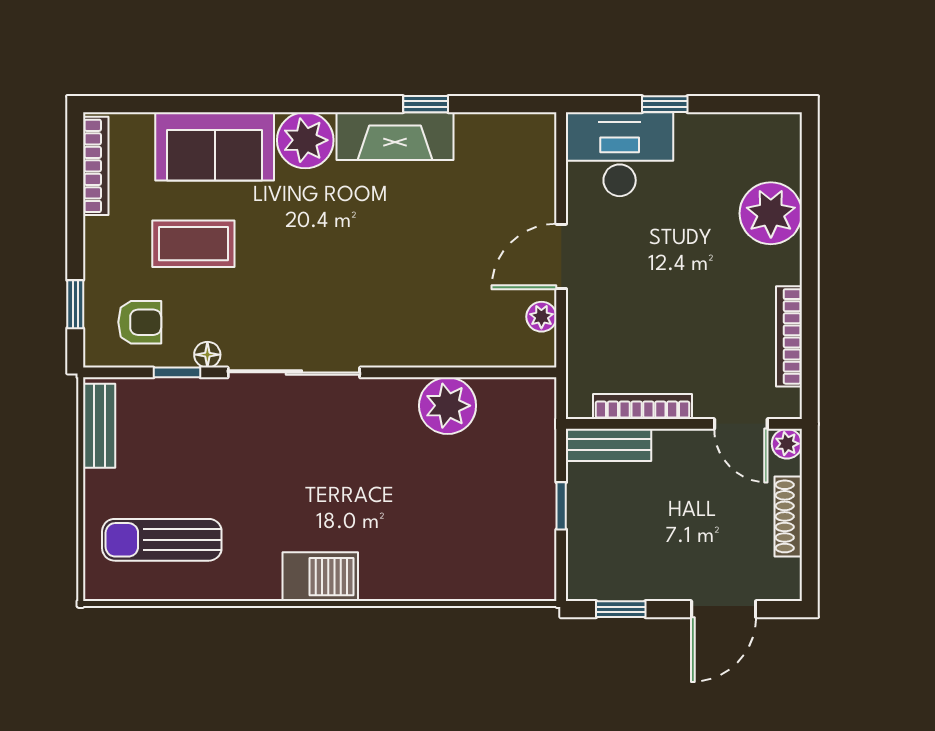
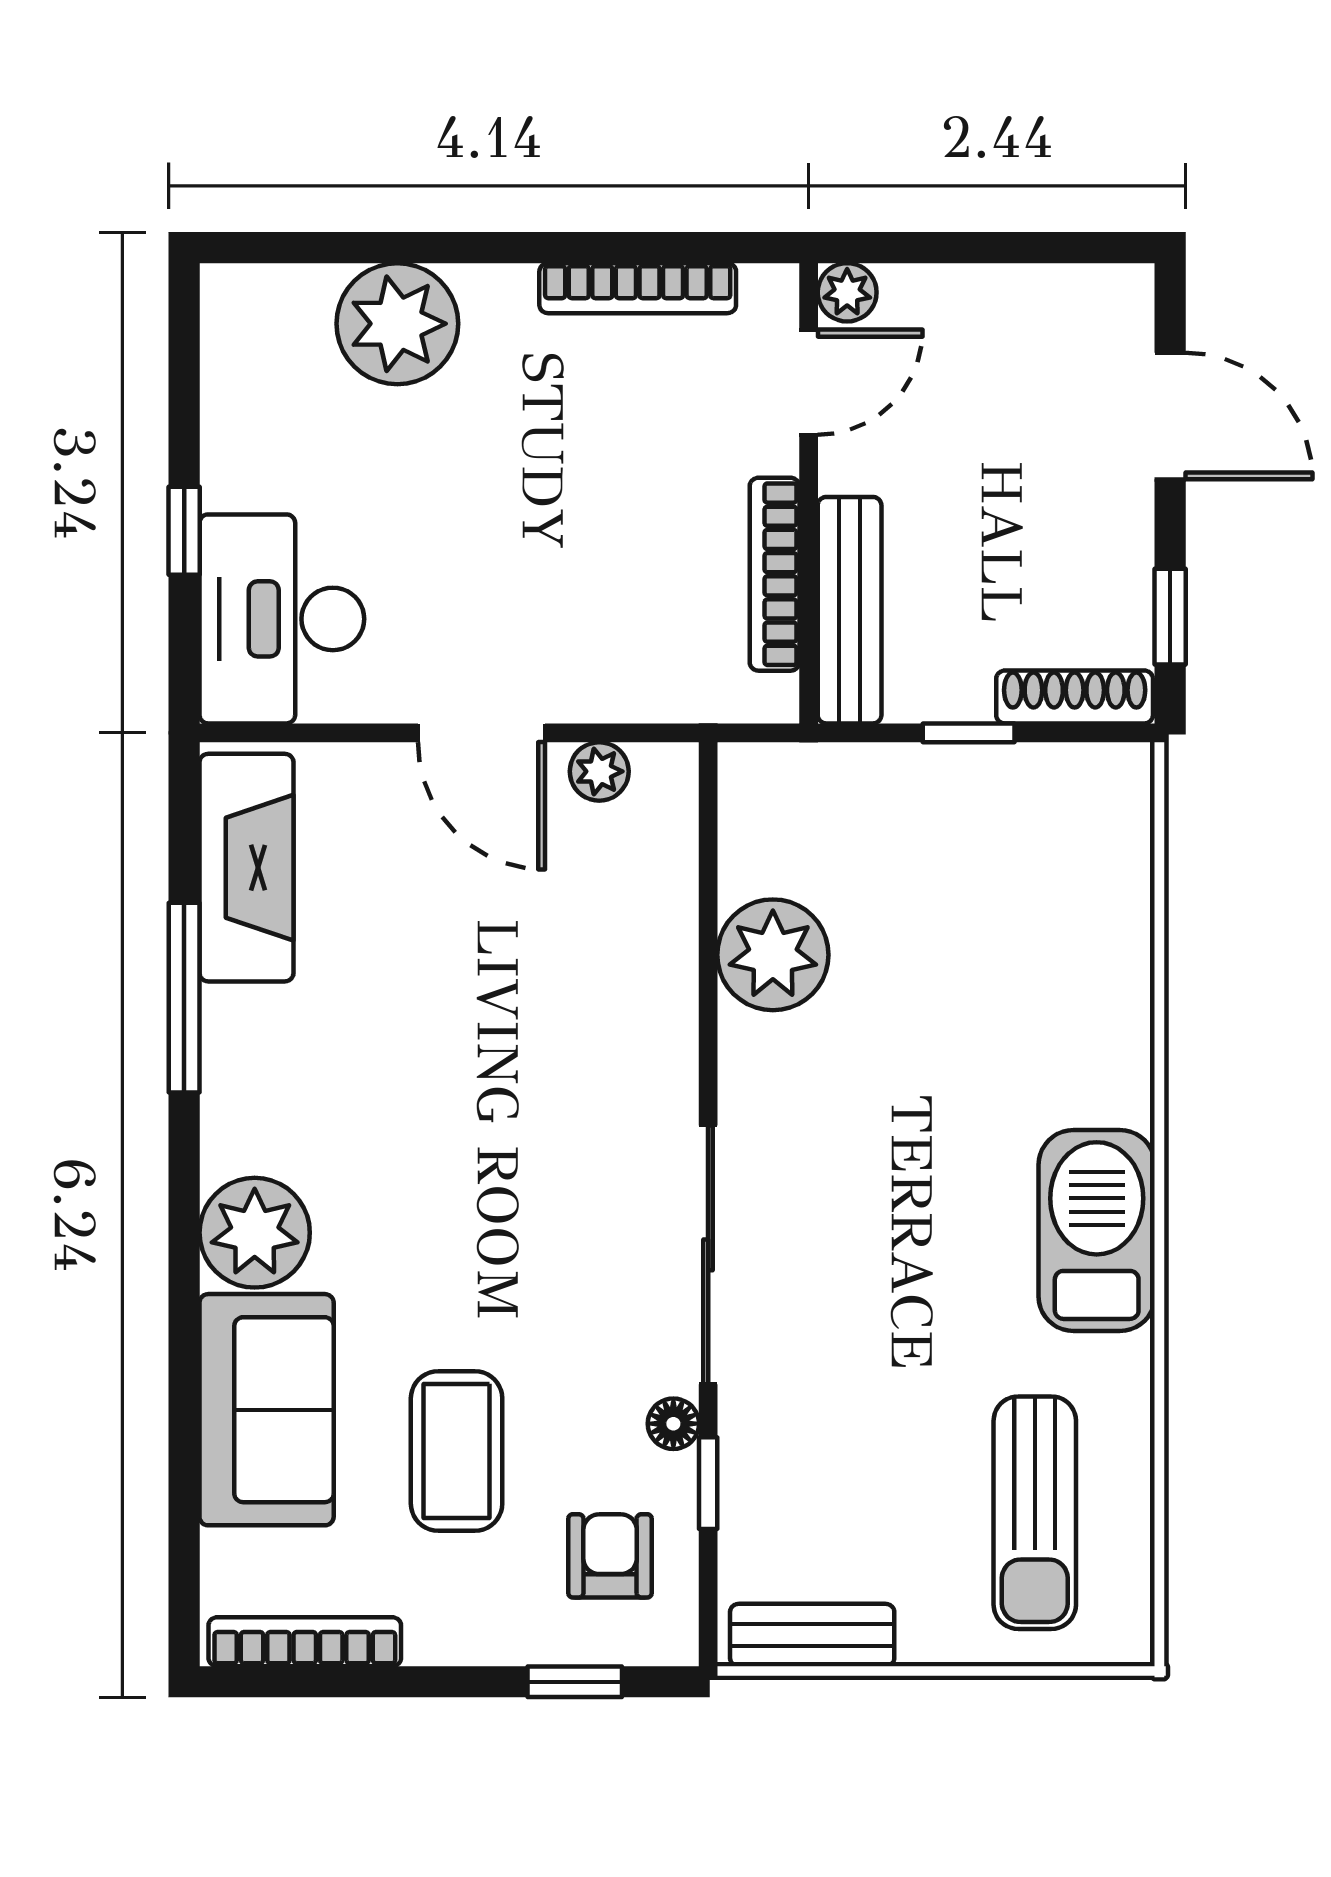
window: (426, 104) -> (184, 998), width x2.17
fireplace: (395, 136) -> (246, 868), moved
bench: (609, 445) -> (850, 610), width x1.36
shoe rack: (788, 516) -> (1075, 697), moved, turned 180
barbecue: (320, 577) -> (1097, 1231), width x1.37, depth x1.21

